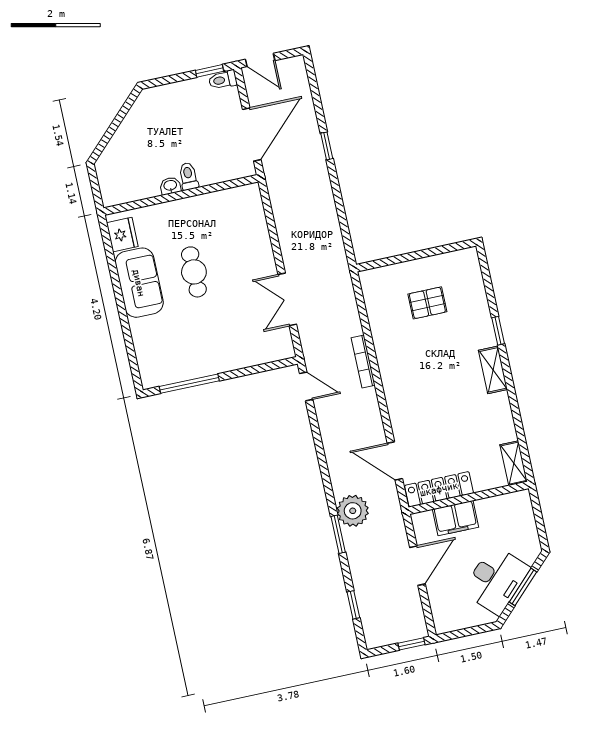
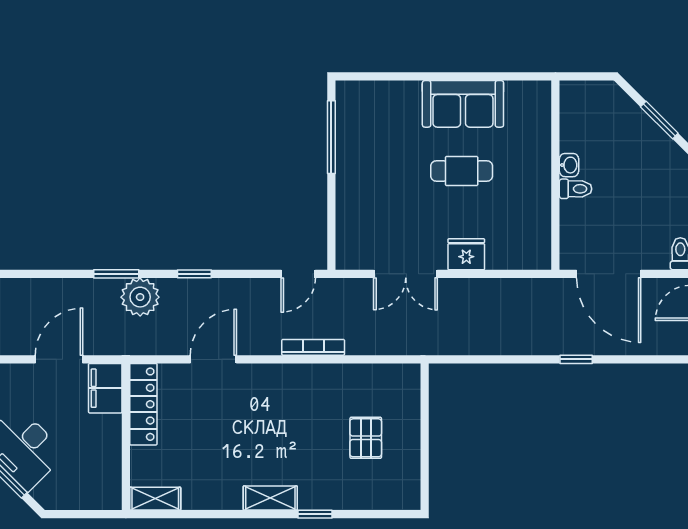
window: (118, 120) -> (659, 120), added
fridge: (122, 235) -> (466, 254), moved, turned 180
double door: (287, 299) -> (406, 274), swing flipped
door: (395, 461) -> (213, 359), moved
filing cabinet: (456, 518) -> (105, 388), moved
door: (417, 566) -> (59, 359), swing flipped
window: (353, 605) -> (194, 274), moved

